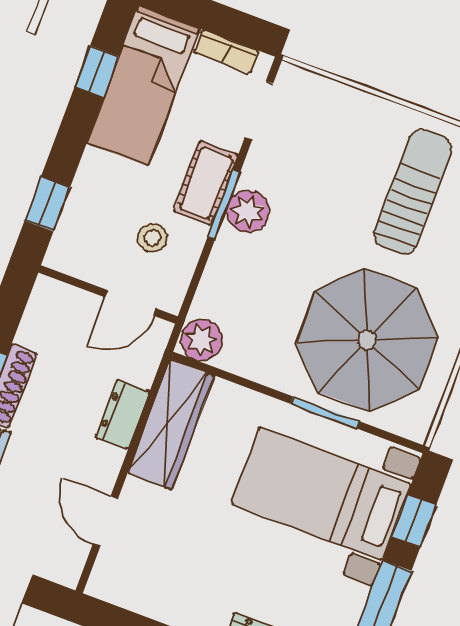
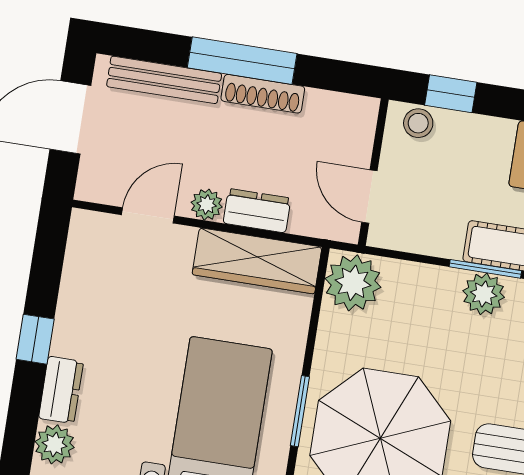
stool: (152, 238) -> (418, 123), moved
plant: (202, 340) -> (353, 283), width x1.36, depth x1.36
plant: (107, 462) -> (207, 205), added

